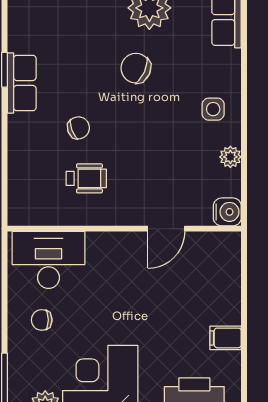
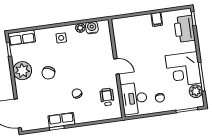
wheelchair: (86, 178) -> (107, 97), moved
water cooler: (227, 212) -> (92, 28), moved
door: (166, 229) -> (116, 66), moved

